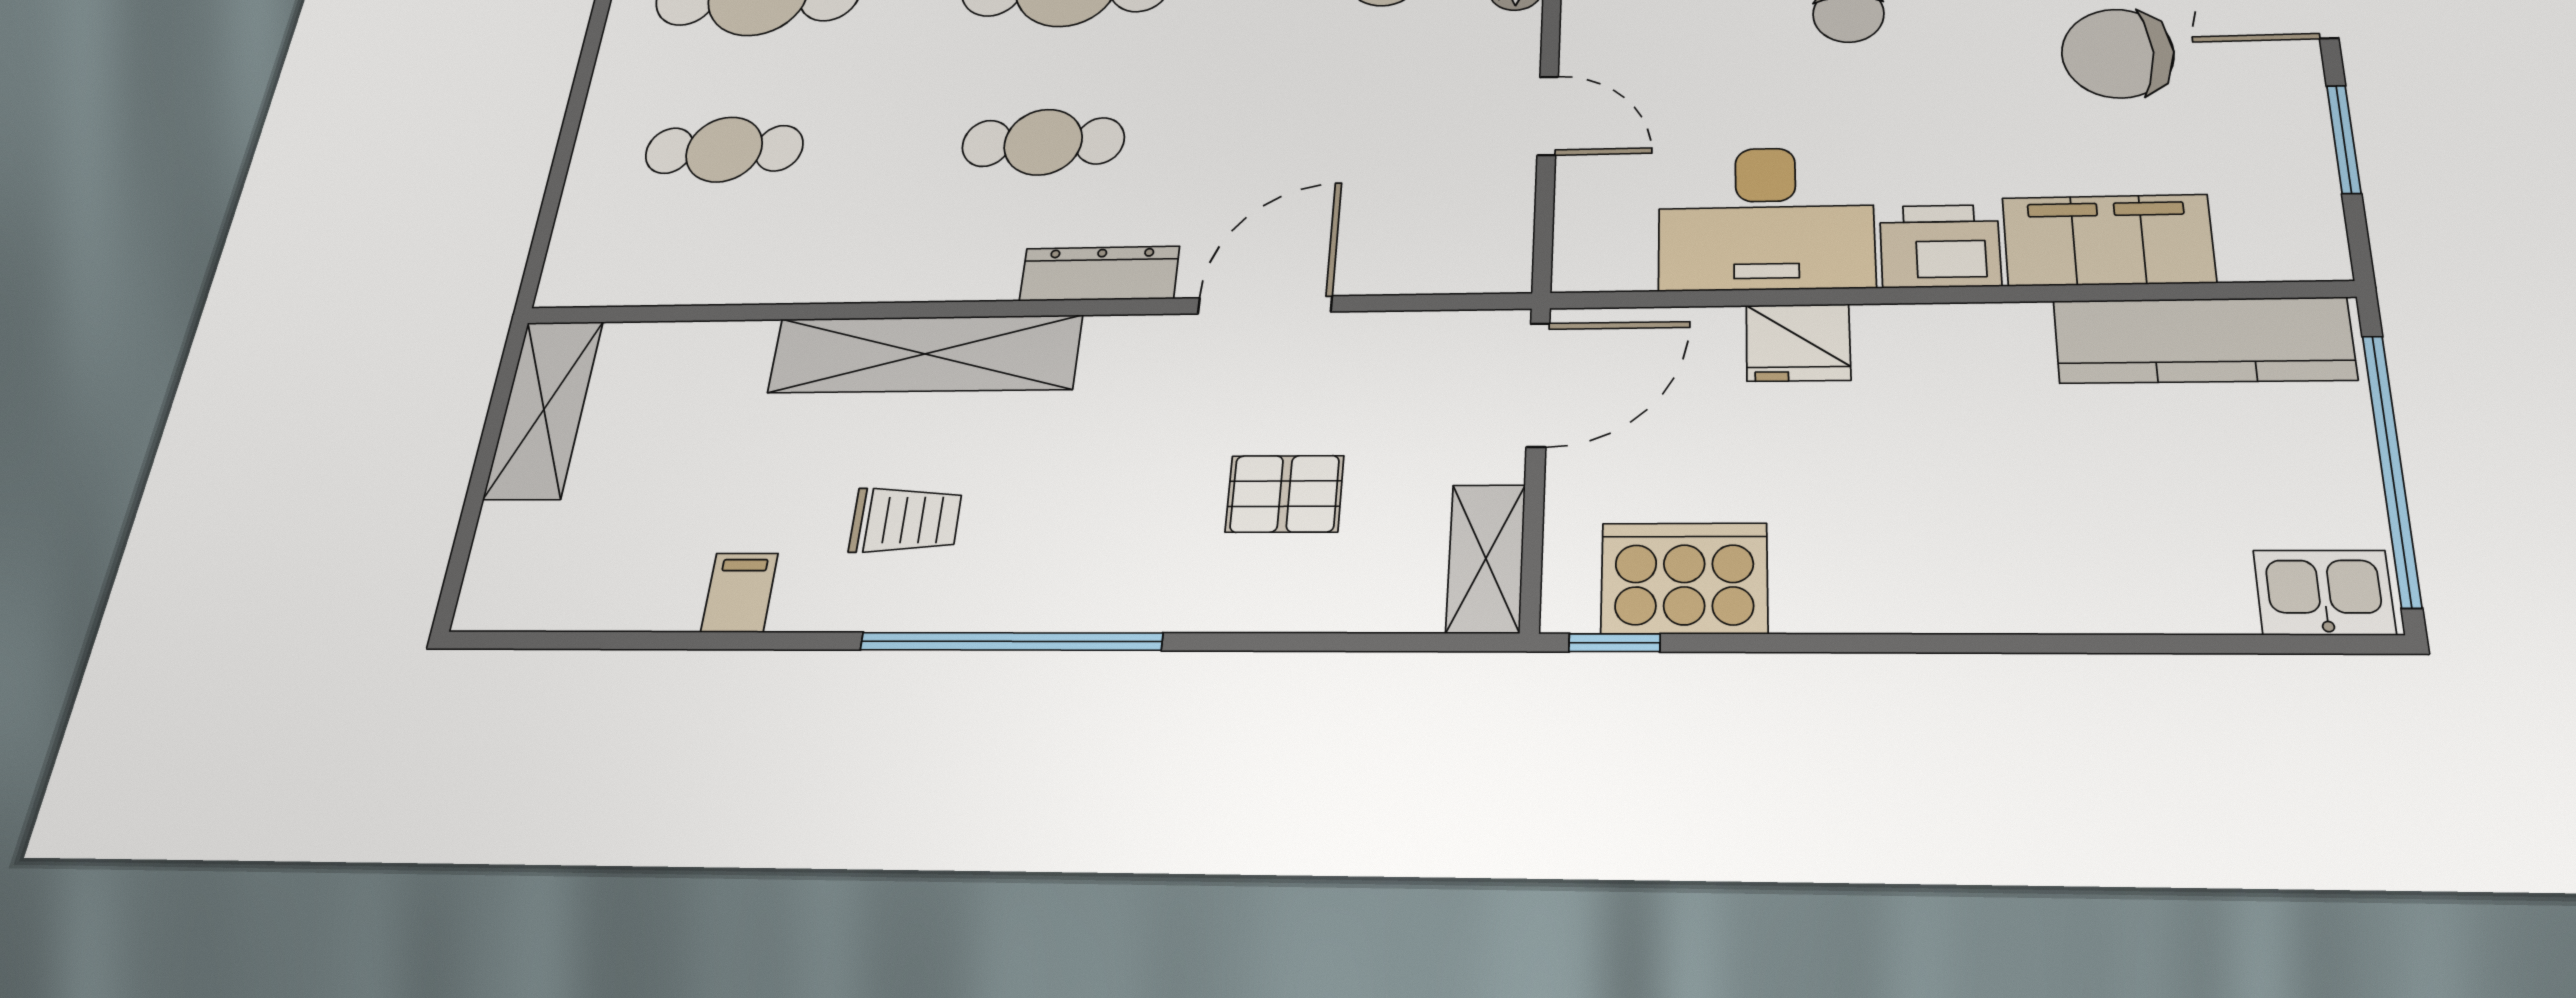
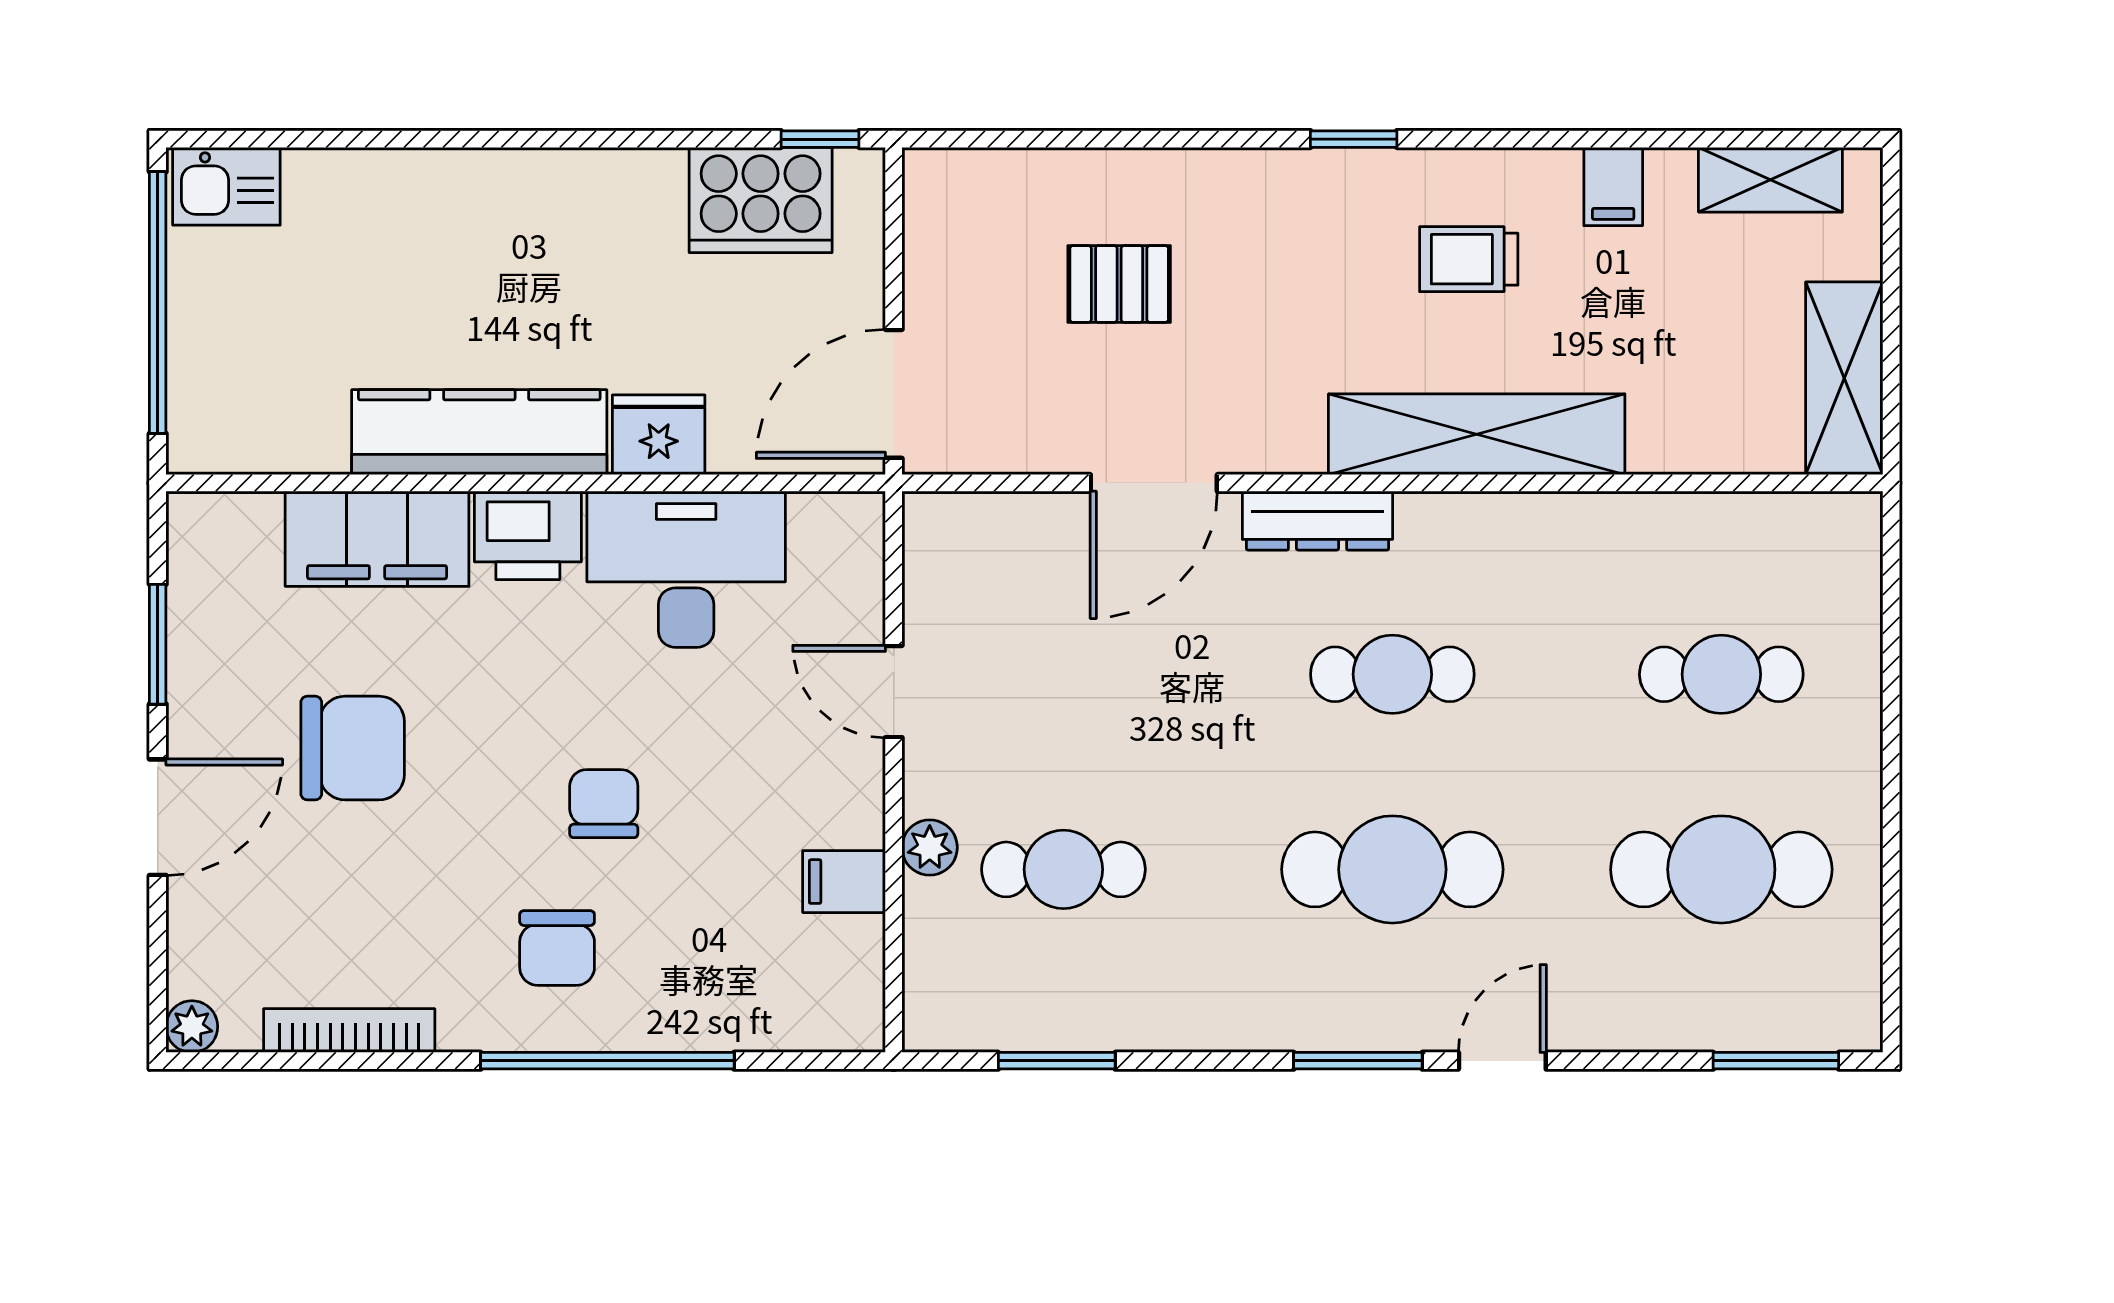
kitchen counter: (2203, 340) -> (479, 432), moved
shelving: (1486, 558) -> (1770, 180), moved, turned 90
window: (1011, 641) -> (1354, 139), width x0.32

